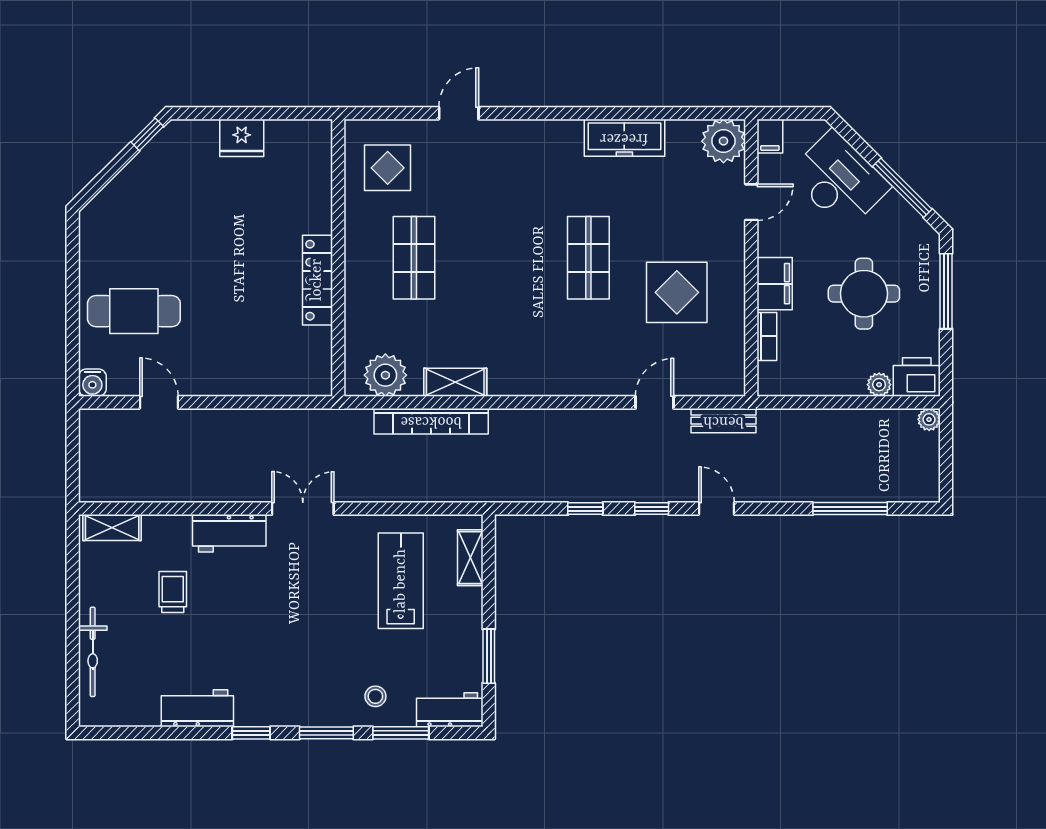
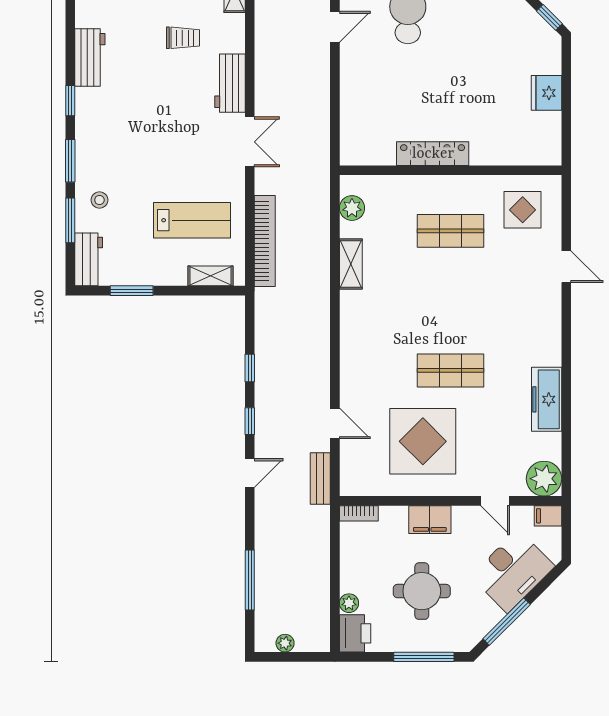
display table: (677, 292) -> (423, 441), width x1.36, depth x1.36
bookcase: (767, 336) -> (359, 513), moved
plant: (385, 375) -> (352, 208), width x0.73, depth x0.73
plant: (929, 419) -> (285, 643), moved
bookcase: (431, 421) -> (265, 241), moved, turned 180

